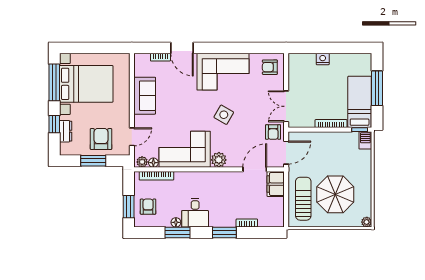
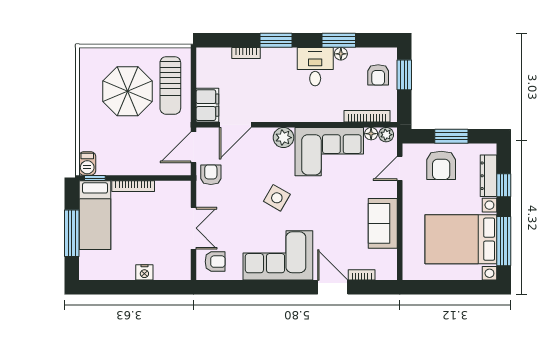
double door: (286, 106) -> (193, 228), moved
dresser: (66, 131) -> (488, 176), width x1.44
plant: (367, 222) -> (86, 54), removed

